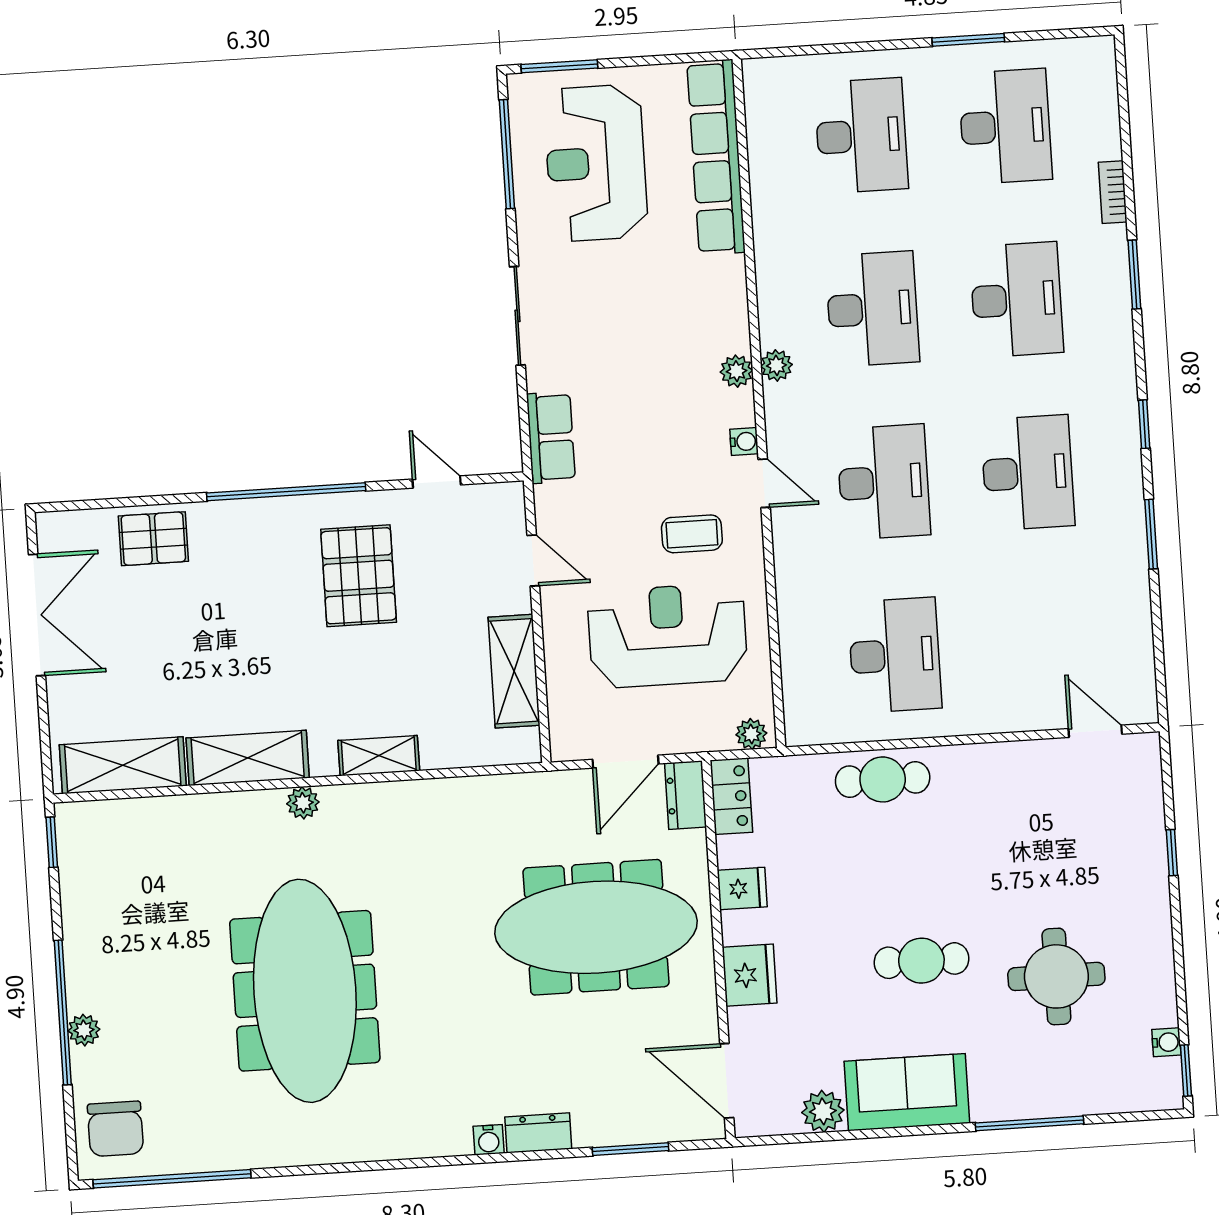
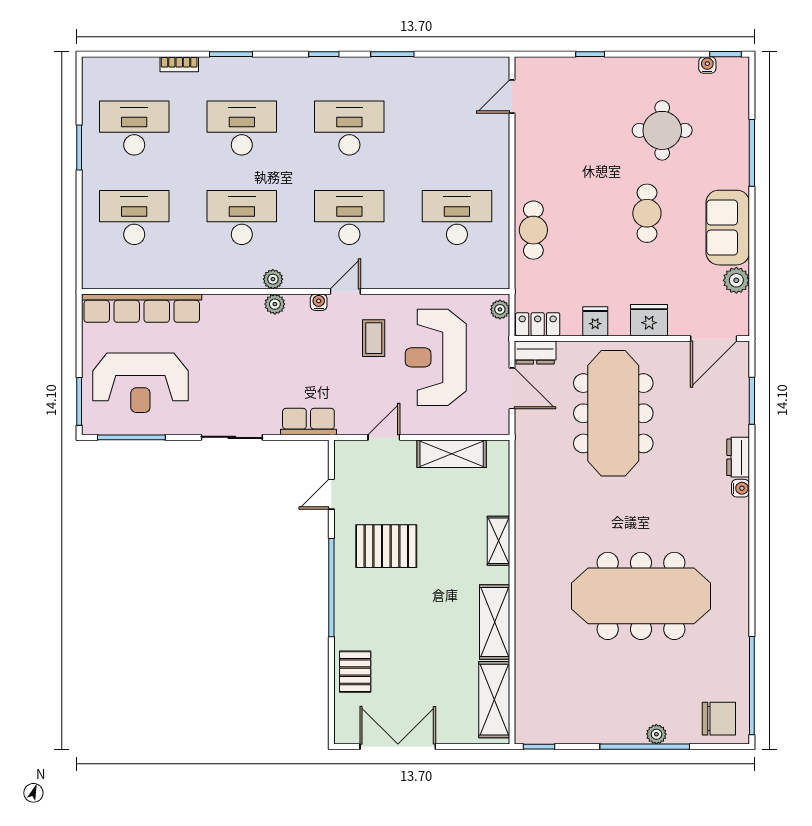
plant: (303, 803) -> (525, 590), removed

